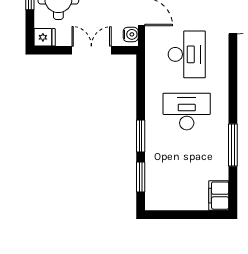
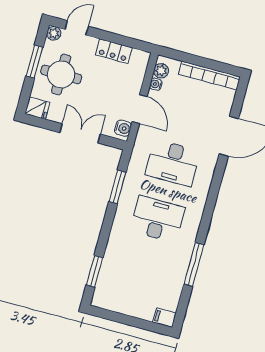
desk: (187, 54) -> (173, 163), turned 90
window: (141, 136) -> (117, 187), moved
filing cabinet: (219, 196) -> (164, 318), width x0.50

